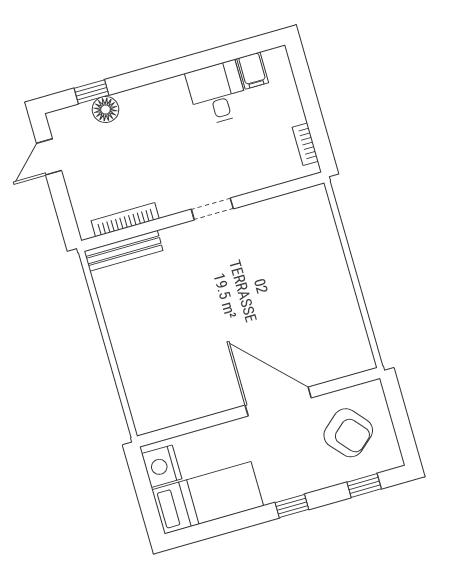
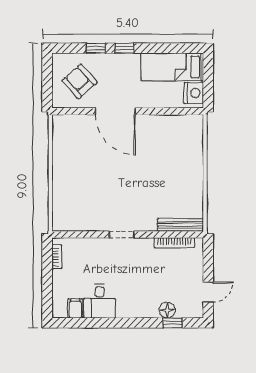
window: (364, 485) -> (96, 48), moved

